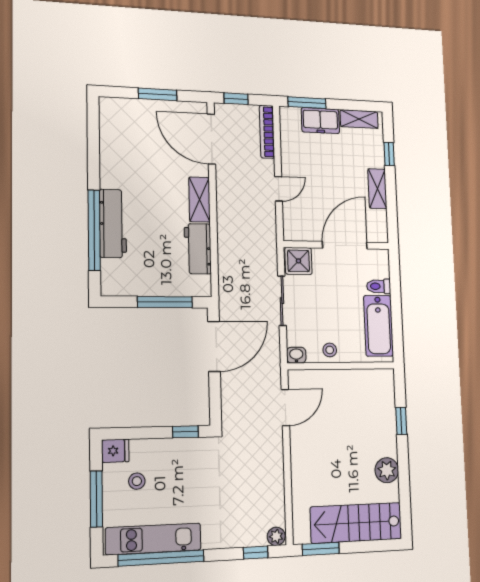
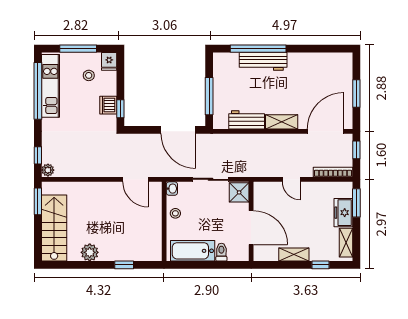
dishwasher: (180, 450) -> (108, 105), added

